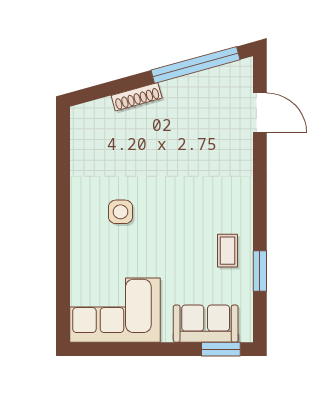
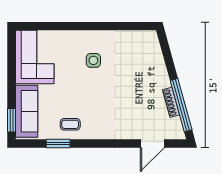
shoe rack: (137, 97) -> (171, 102), moved
sofa: (206, 324) -> (27, 111), width x1.36

